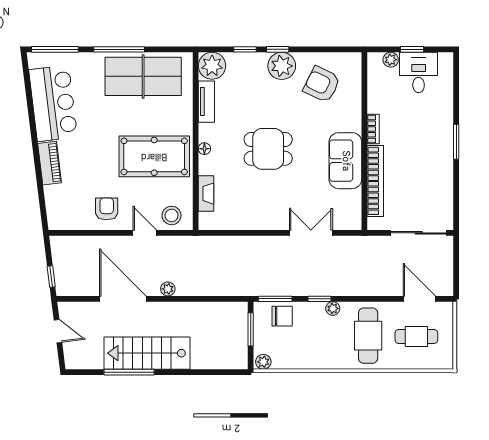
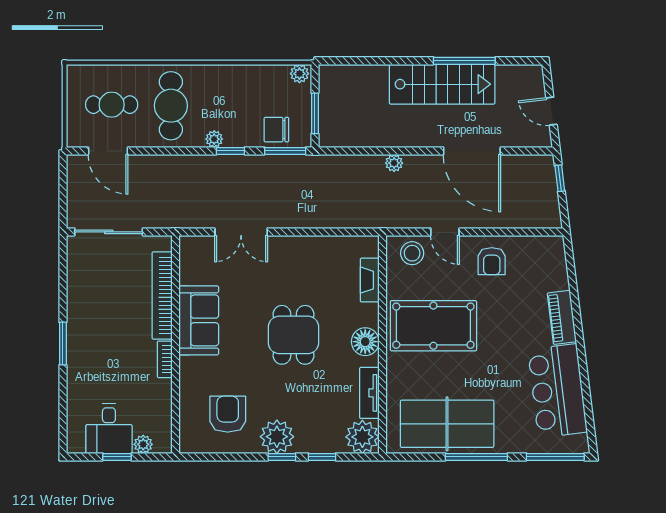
armchair: (322, 84) -> (228, 414), turned -116
floor lamp: (204, 149) -> (365, 342), width x1.89, depth x1.89
dining table: (268, 149) -> (294, 335), turned 90
plant: (168, 289) -> (394, 163), moved

